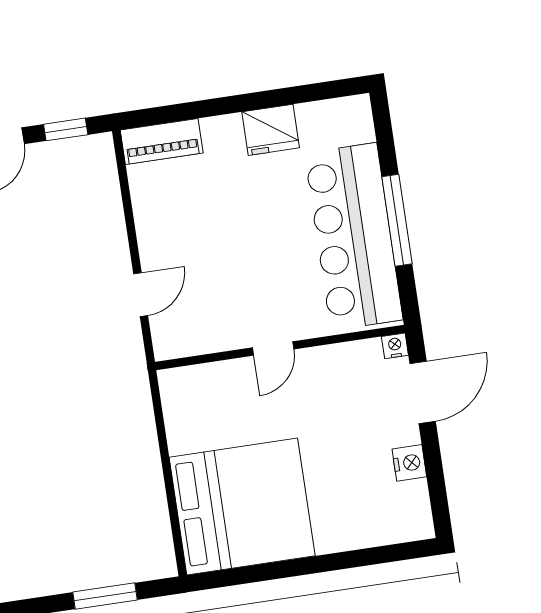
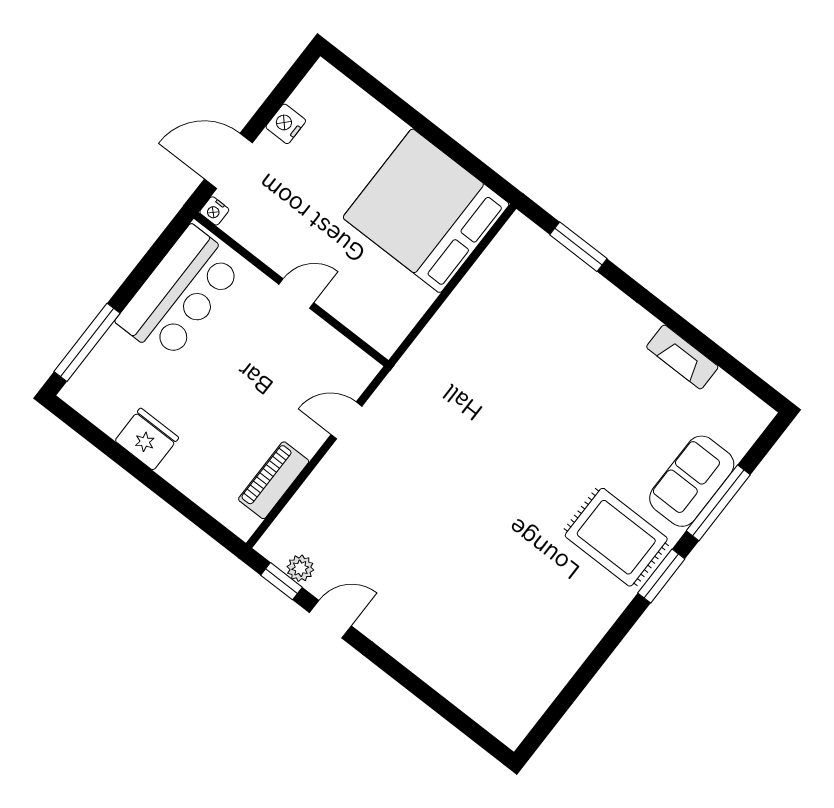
piano: (162, 141) -> (274, 480), moved, turned -90
plant: (62, 153) -> (300, 568), added
window: (397, 220) -> (87, 342), moved
bar counter: (354, 236) -> (180, 293), width x0.73

